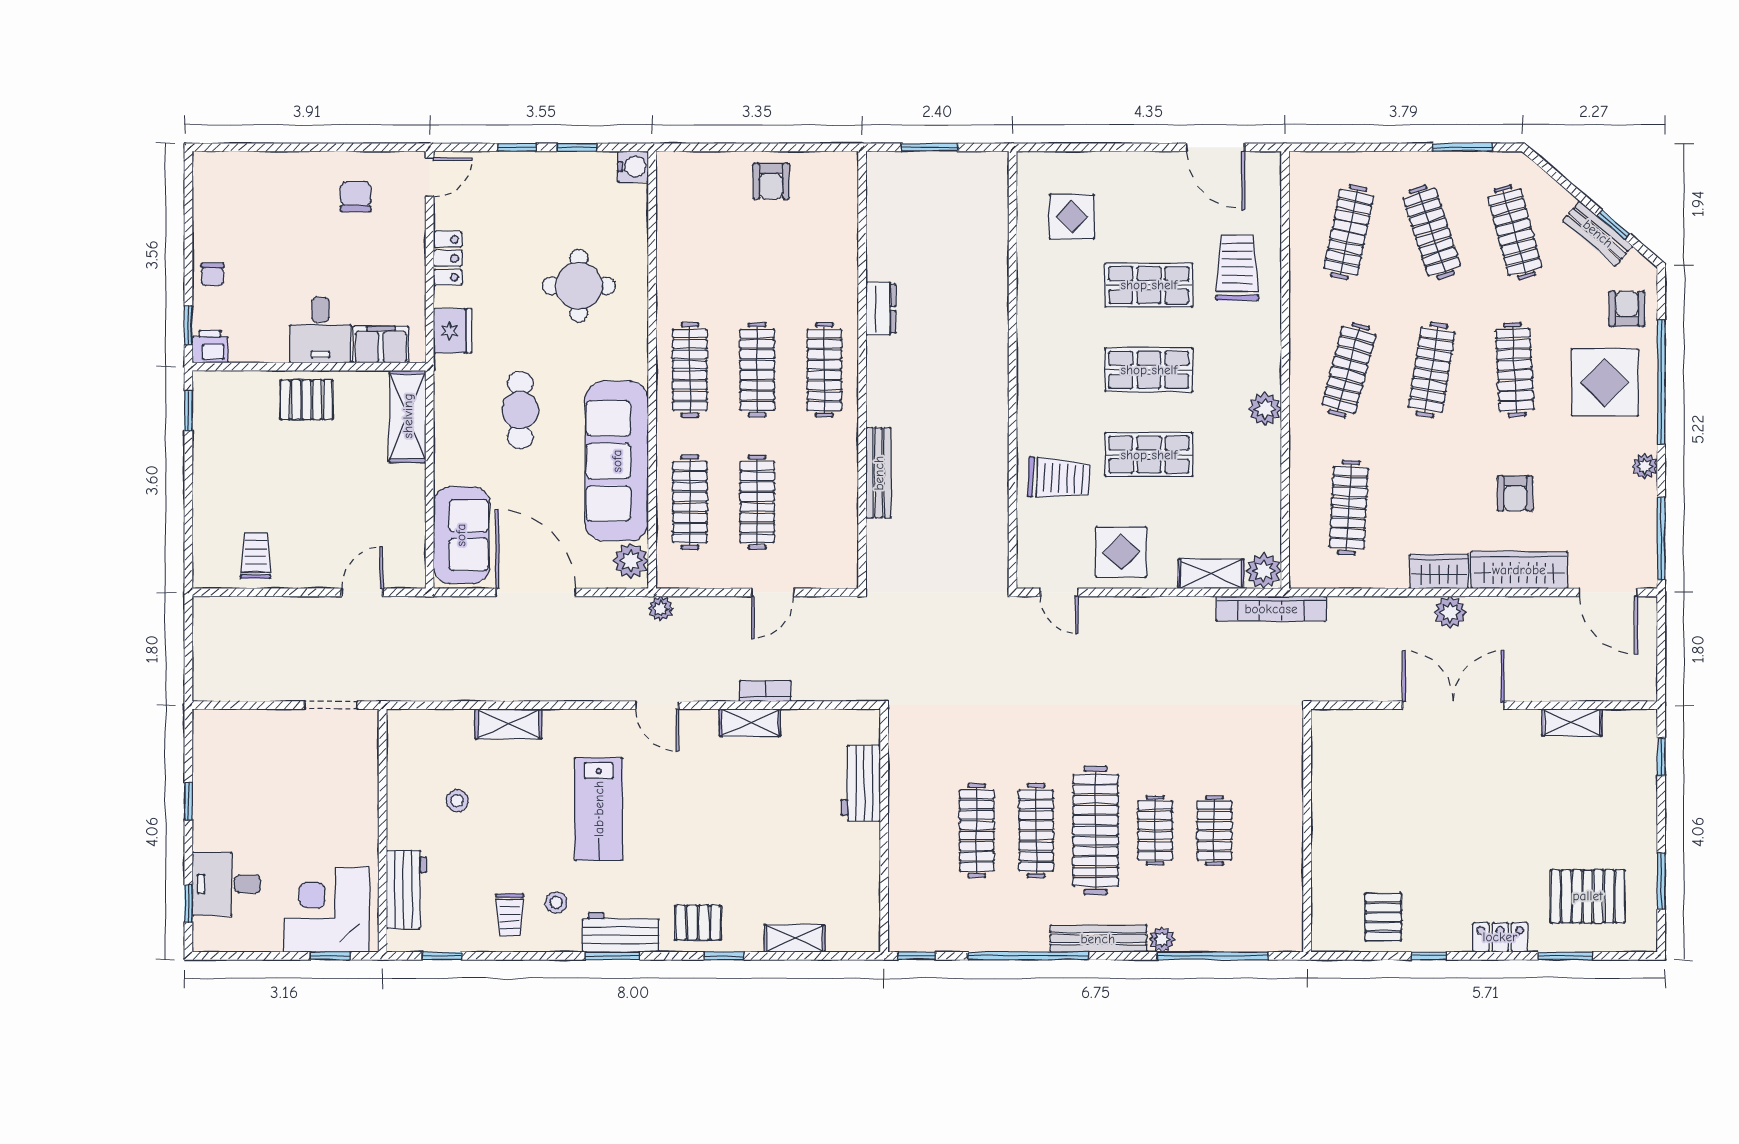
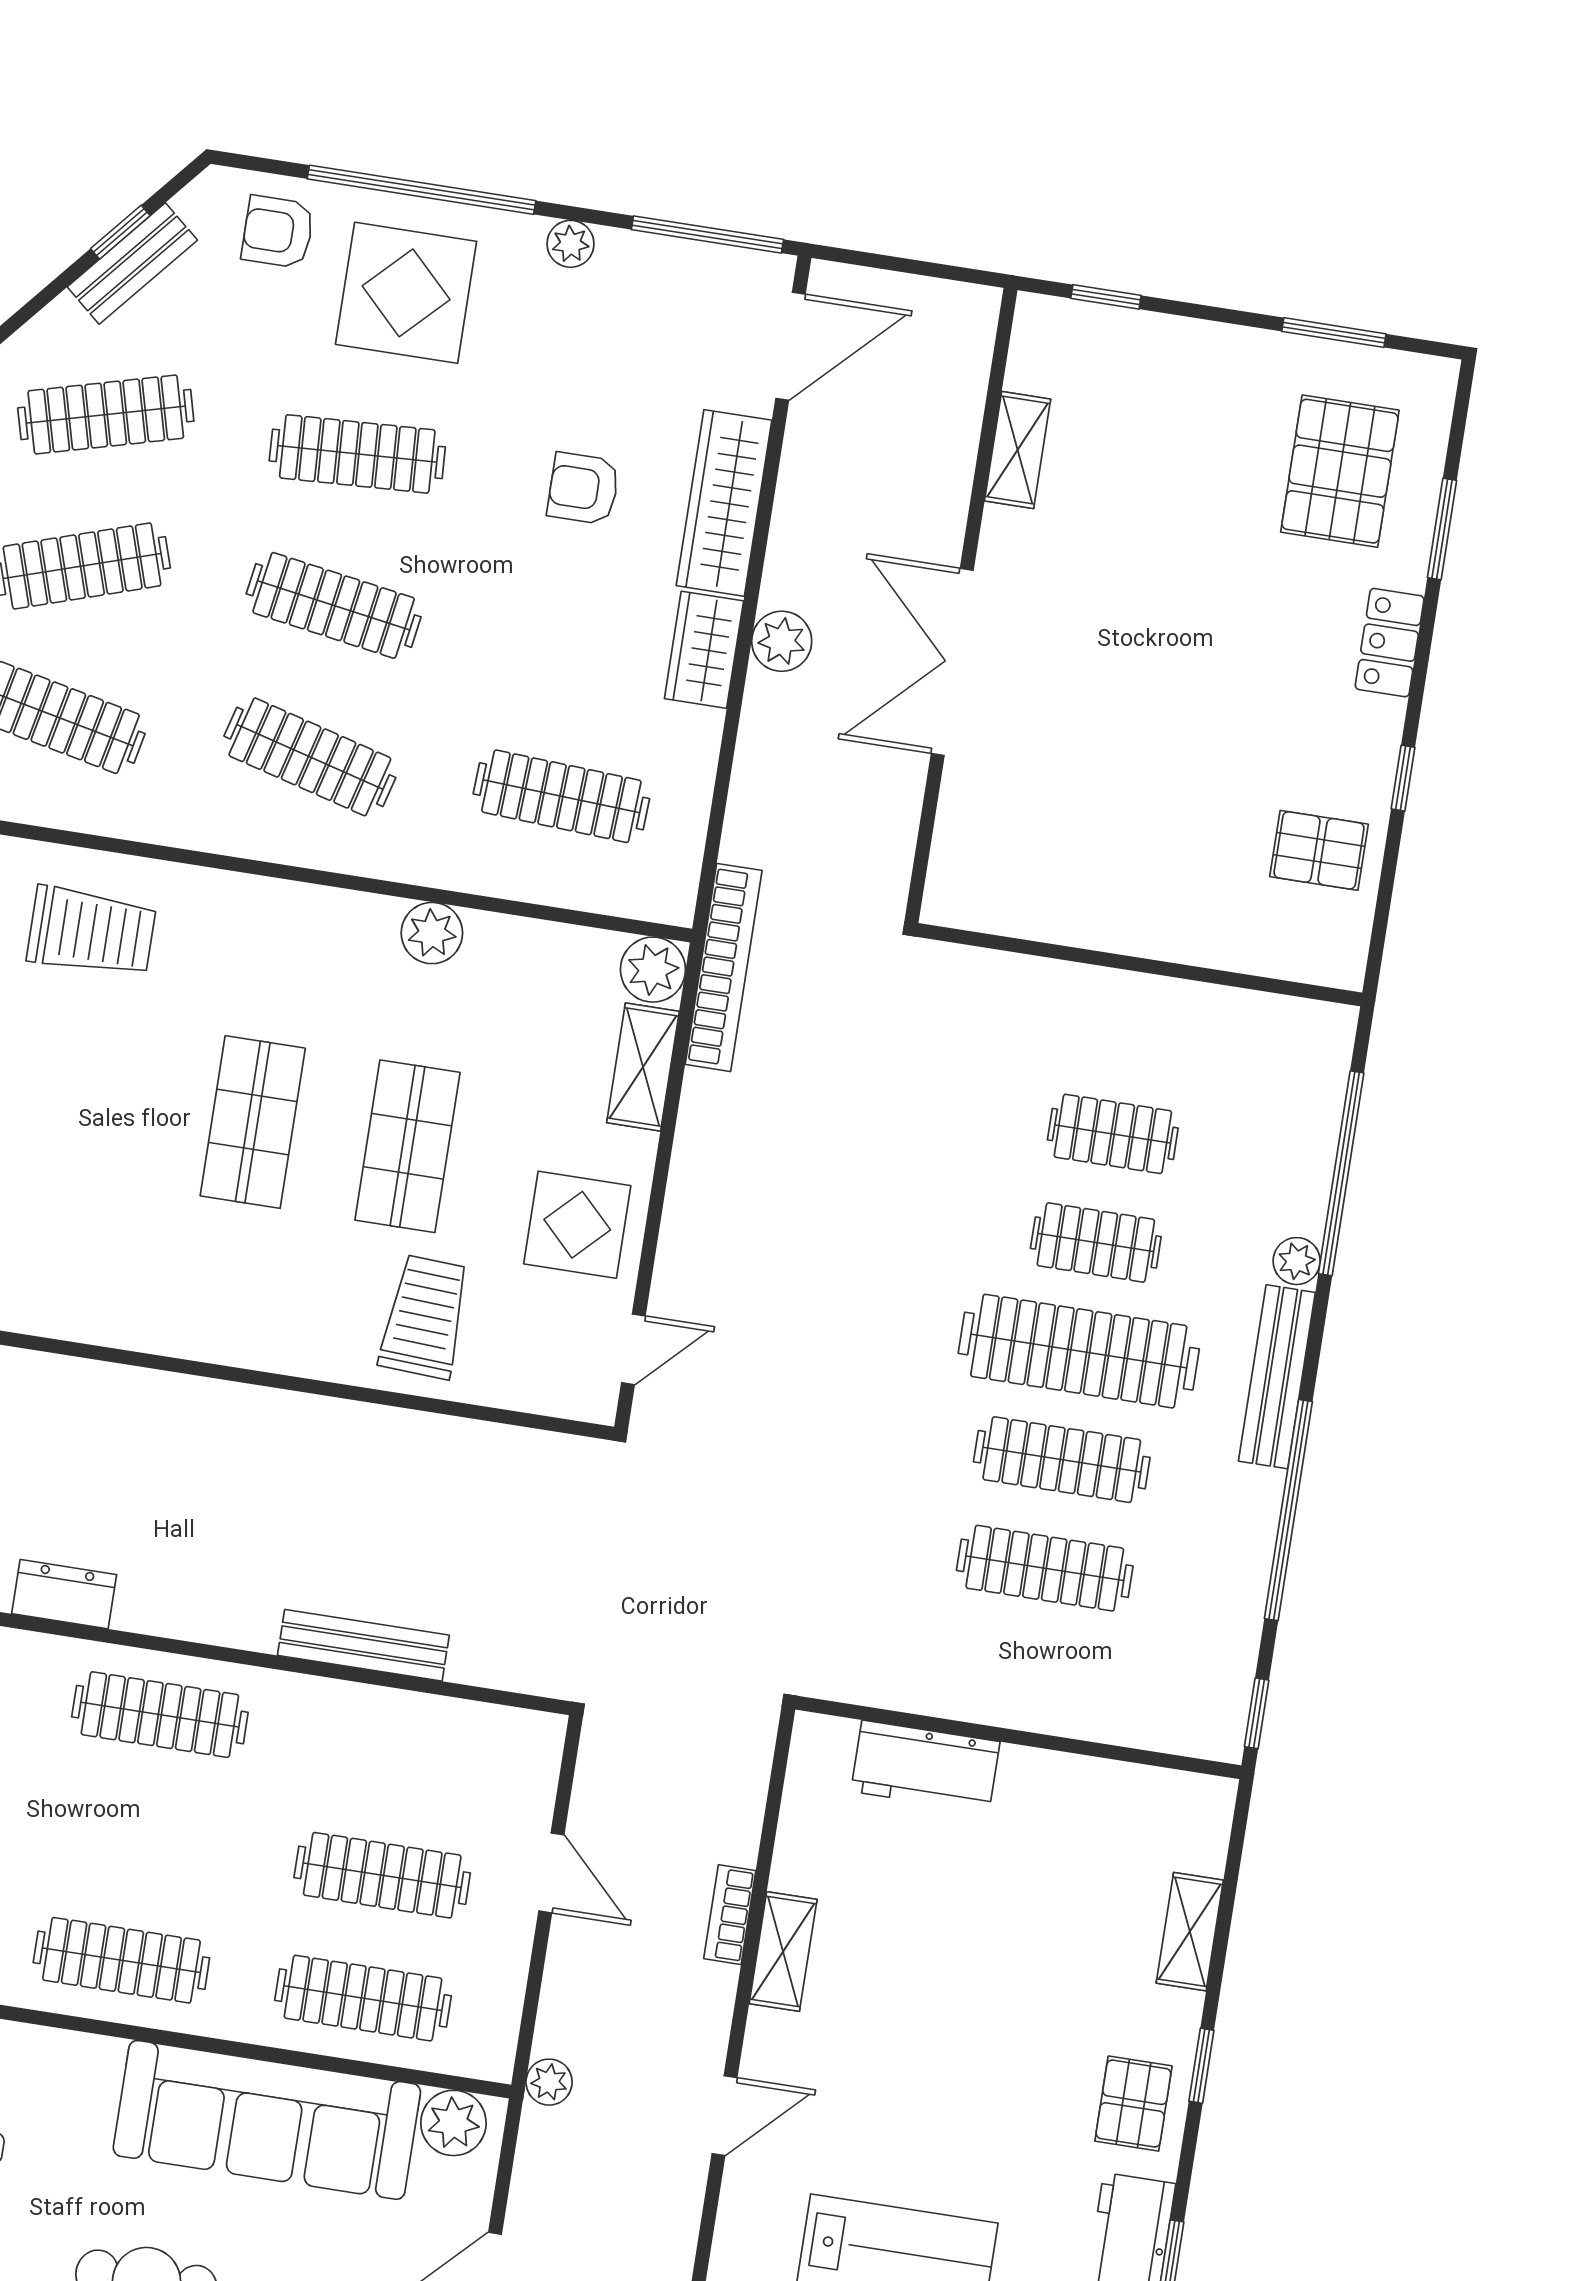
trolley: (1237, 268) -> (91, 932), turned 180
shop shelf: (1149, 285) -> (98, 1098), removed
clothes rail: (757, 370) -> (141, 1837), removed
plant: (1265, 409) -> (432, 933), moved
armchair: (1515, 494) -> (583, 489), turned 180

